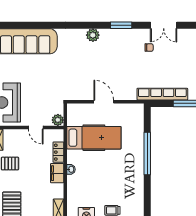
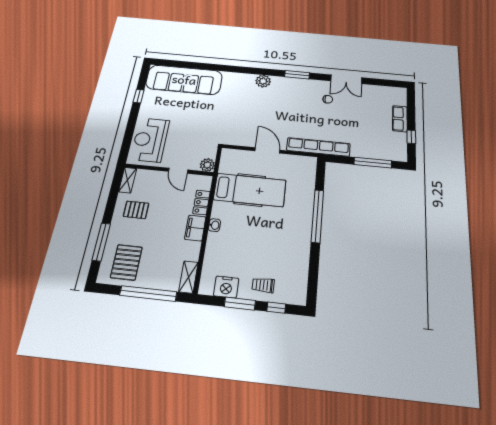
row of seats: (162, 94) -> (318, 147), moved

